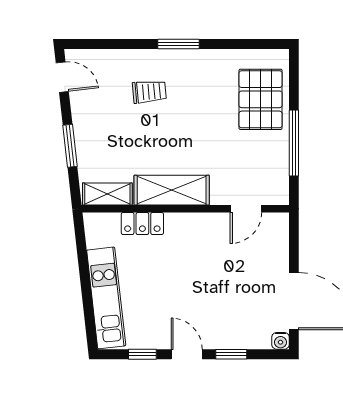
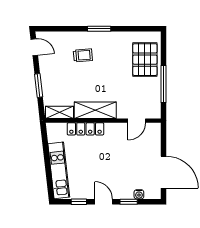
locker: (142, 223) -> (85, 129), width x1.53
water cooler: (281, 341) -> (139, 194), moved

